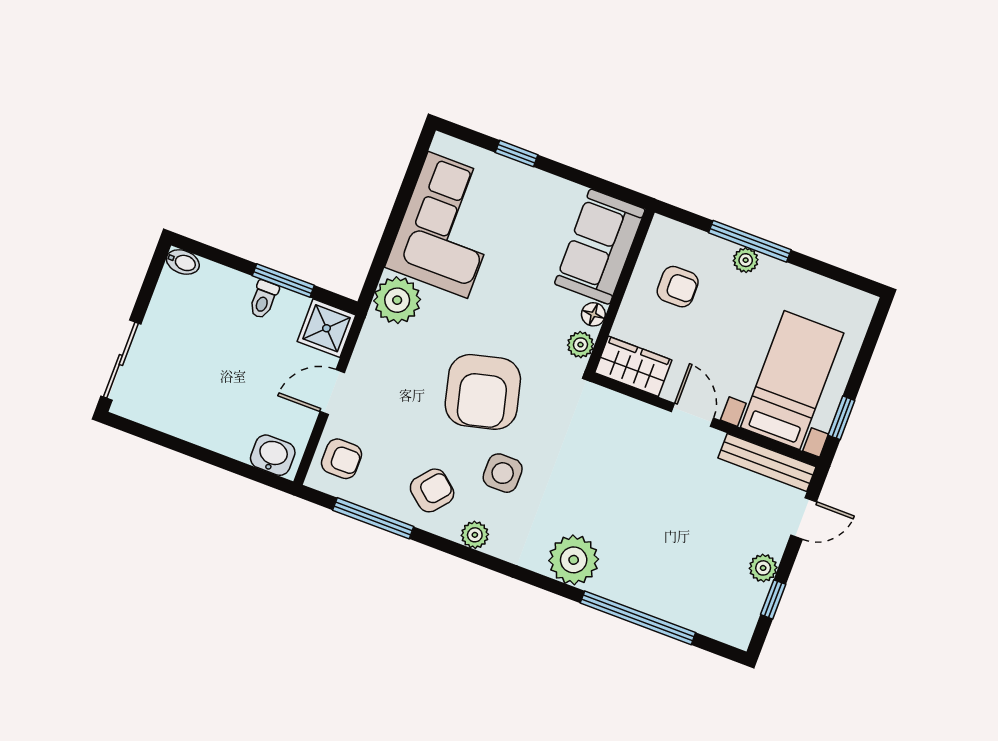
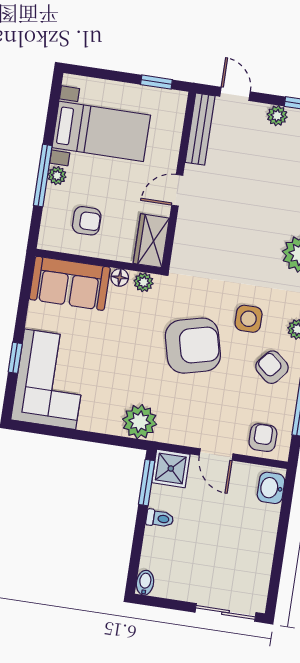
corner sofa: (448, 225) -> (50, 379), moved, turned 90
window: (283, 281) -> (147, 483), moved
armchair: (678, 287) -> (87, 221), turned 90
bed with nightstands: (792, 380) -> (101, 131), moved, turned 180

